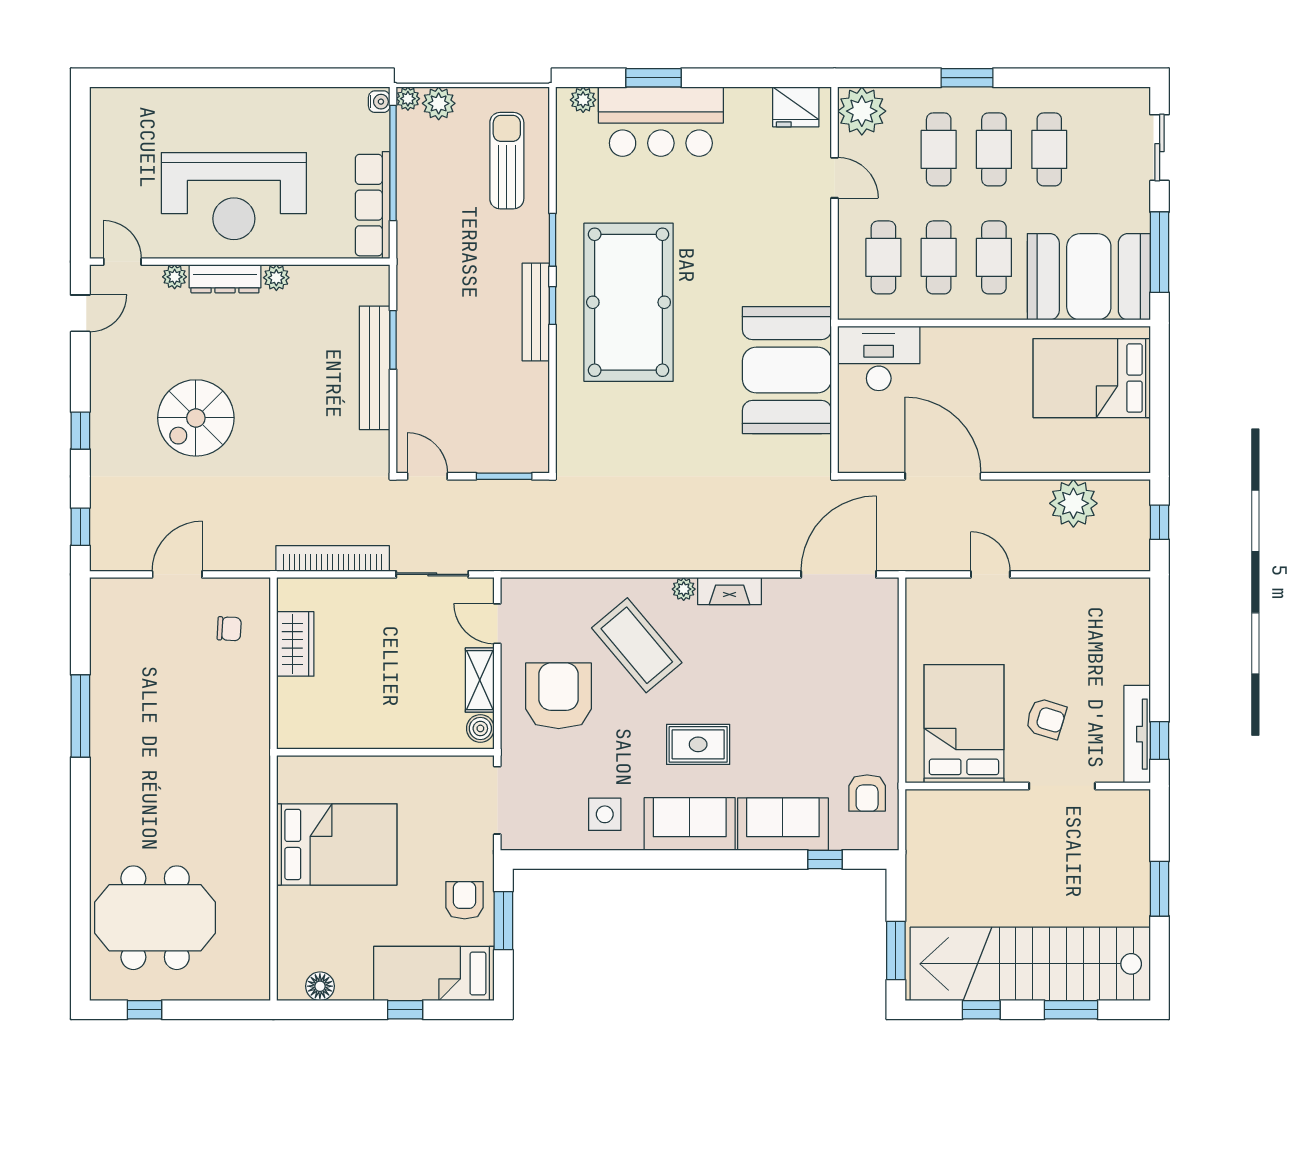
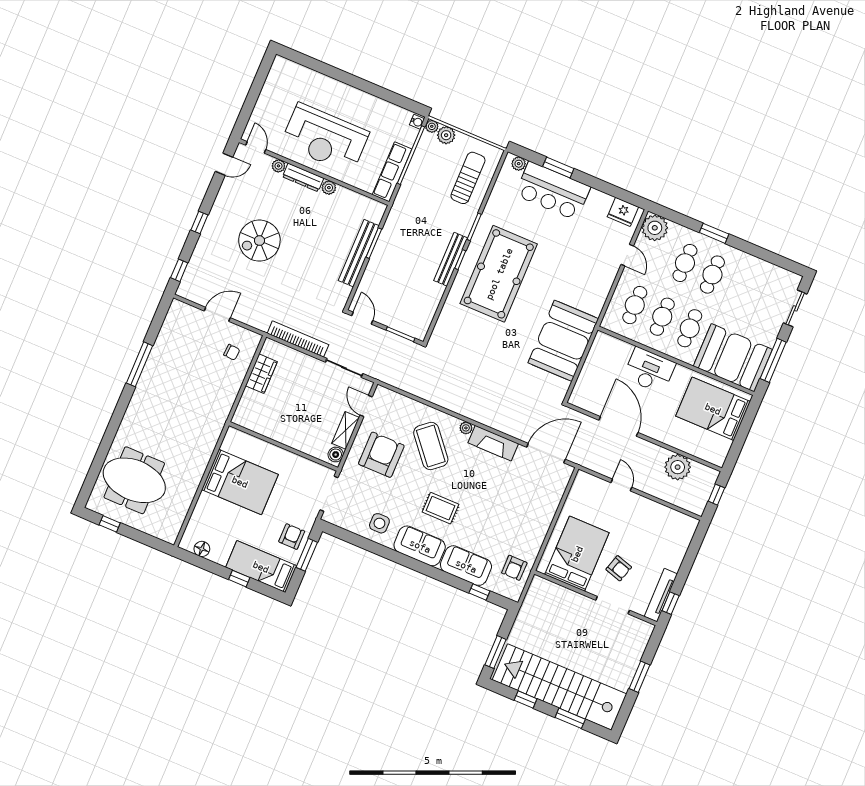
cafe table: (1049, 149) -> (740, 286), removed
desk: (879, 358) -> (649, 370), moved
fireplace: (730, 591) -> (493, 443), width x1.37, depth x1.32

